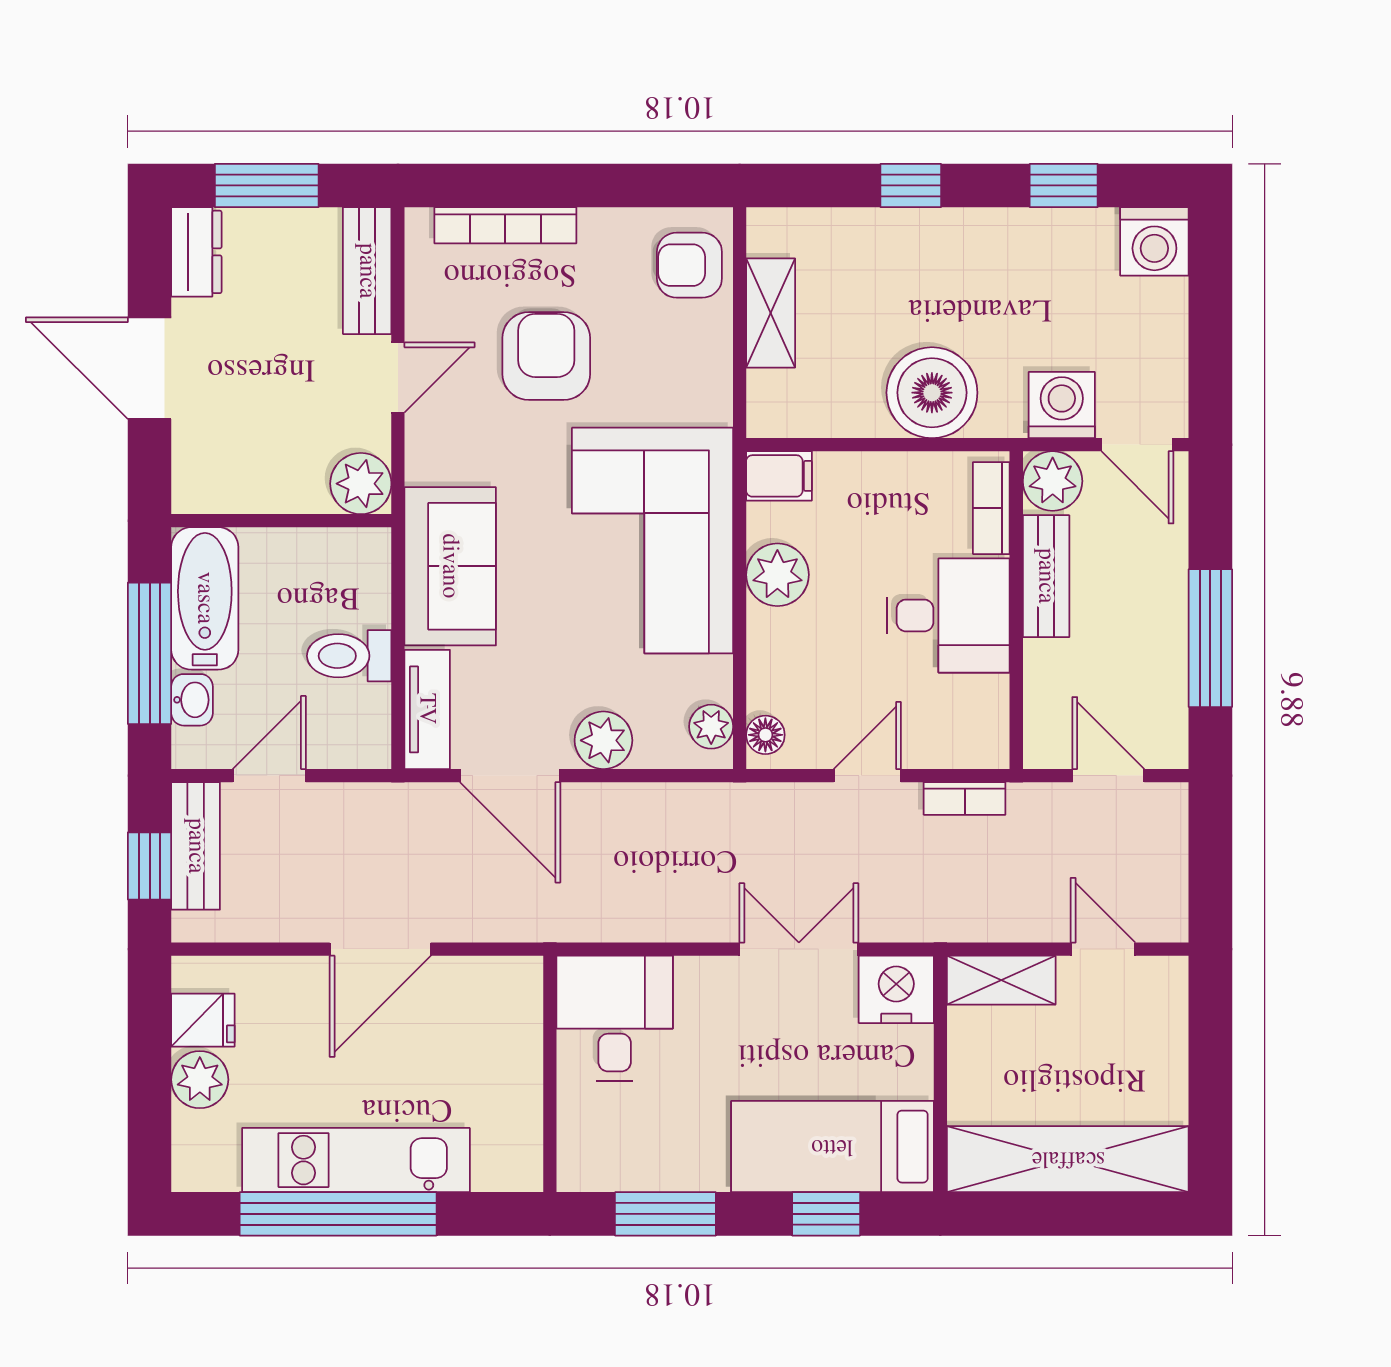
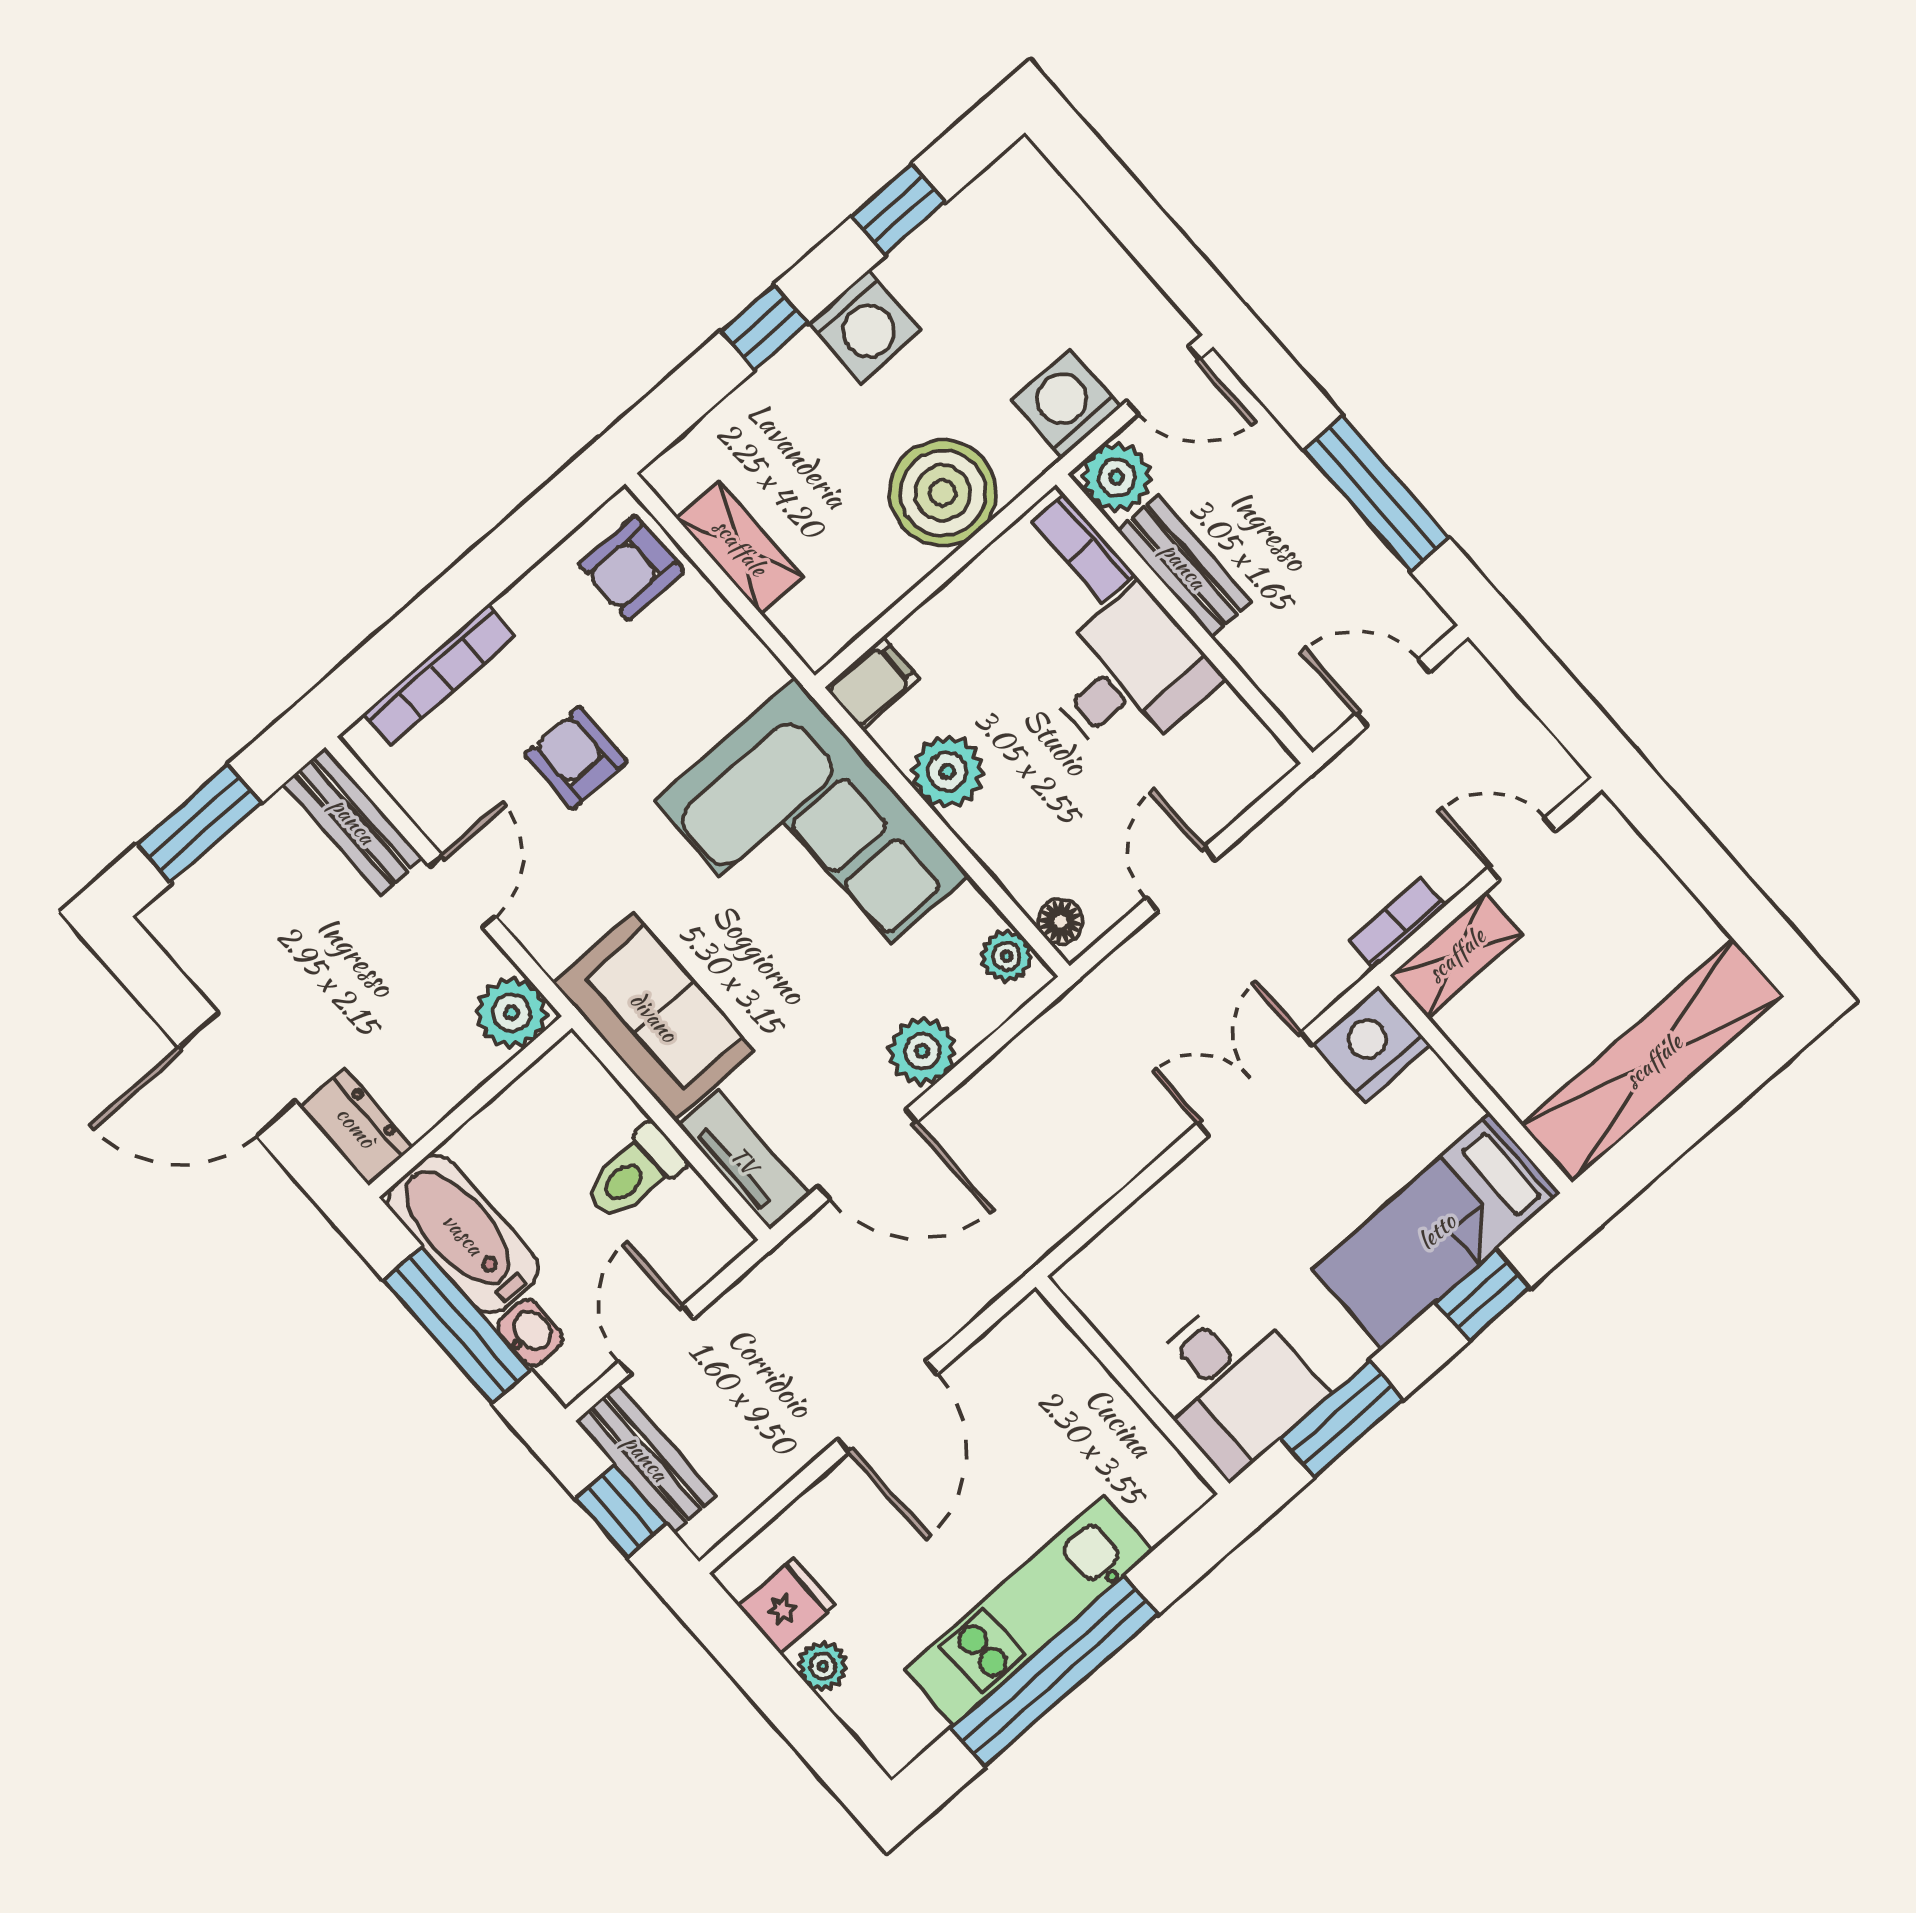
washing machine: (1154, 241) -> (865, 326), moved
dresser: (196, 252) -> (356, 1127), moved
armchair: (546, 356) -> (576, 758), width x0.72, depth x0.72
bookcase: (965, 798) -> (1397, 923), moved, turned 180
desk: (615, 1019) -> (1232, 1384), moved, turned 180
plant: (200, 1080) -> (823, 1666), width x0.73, depth x0.73

